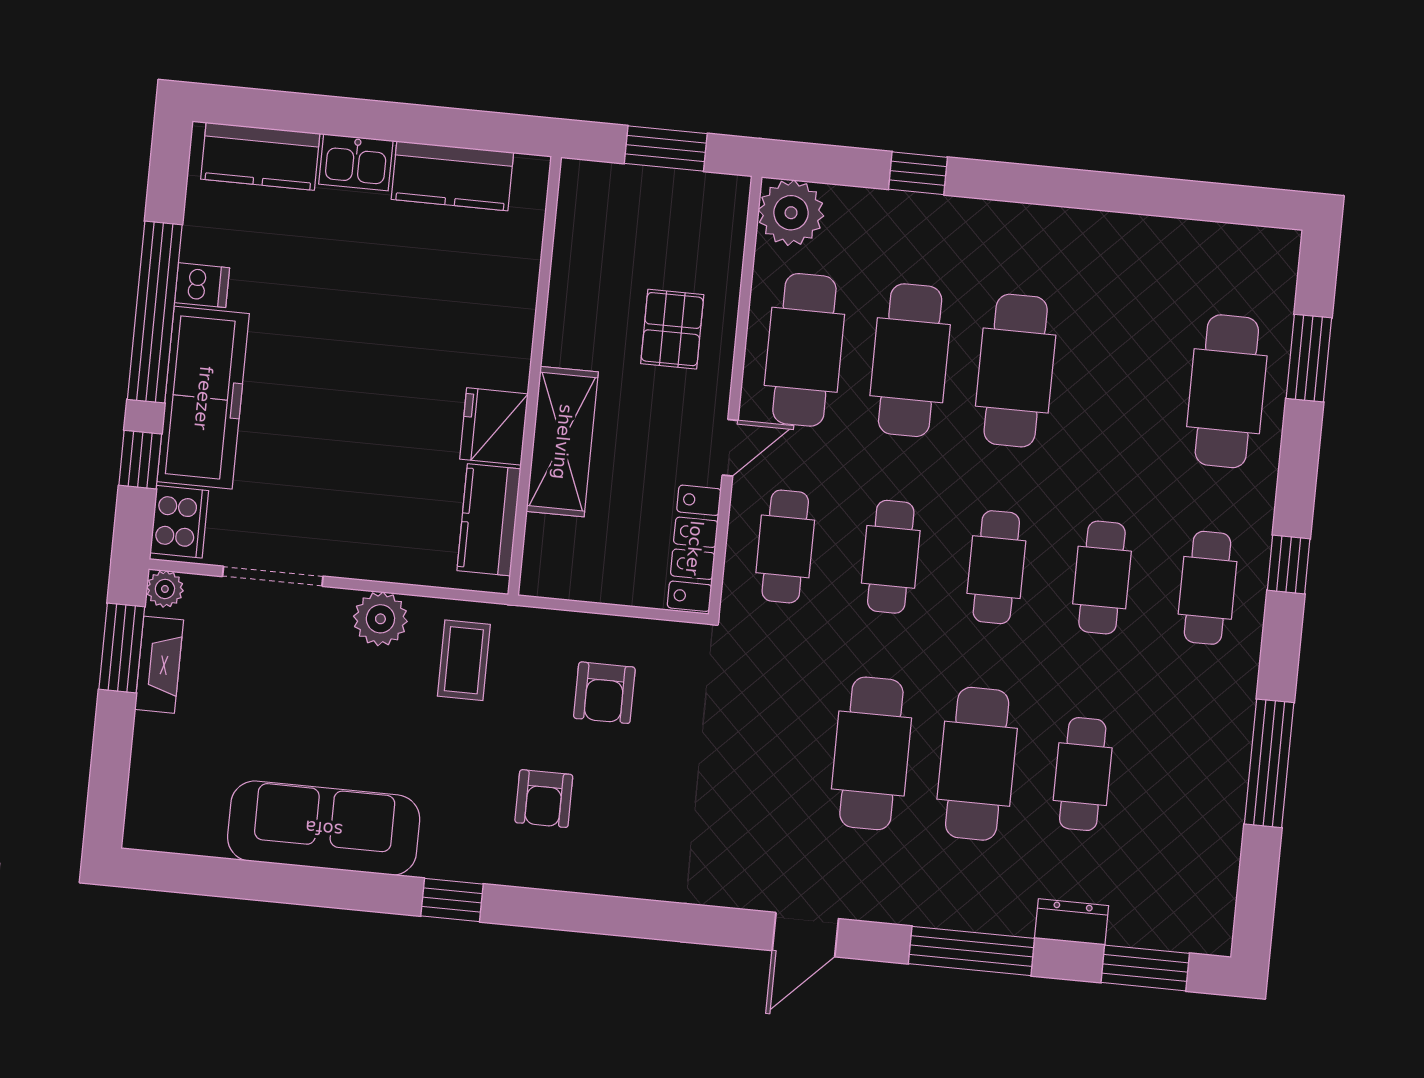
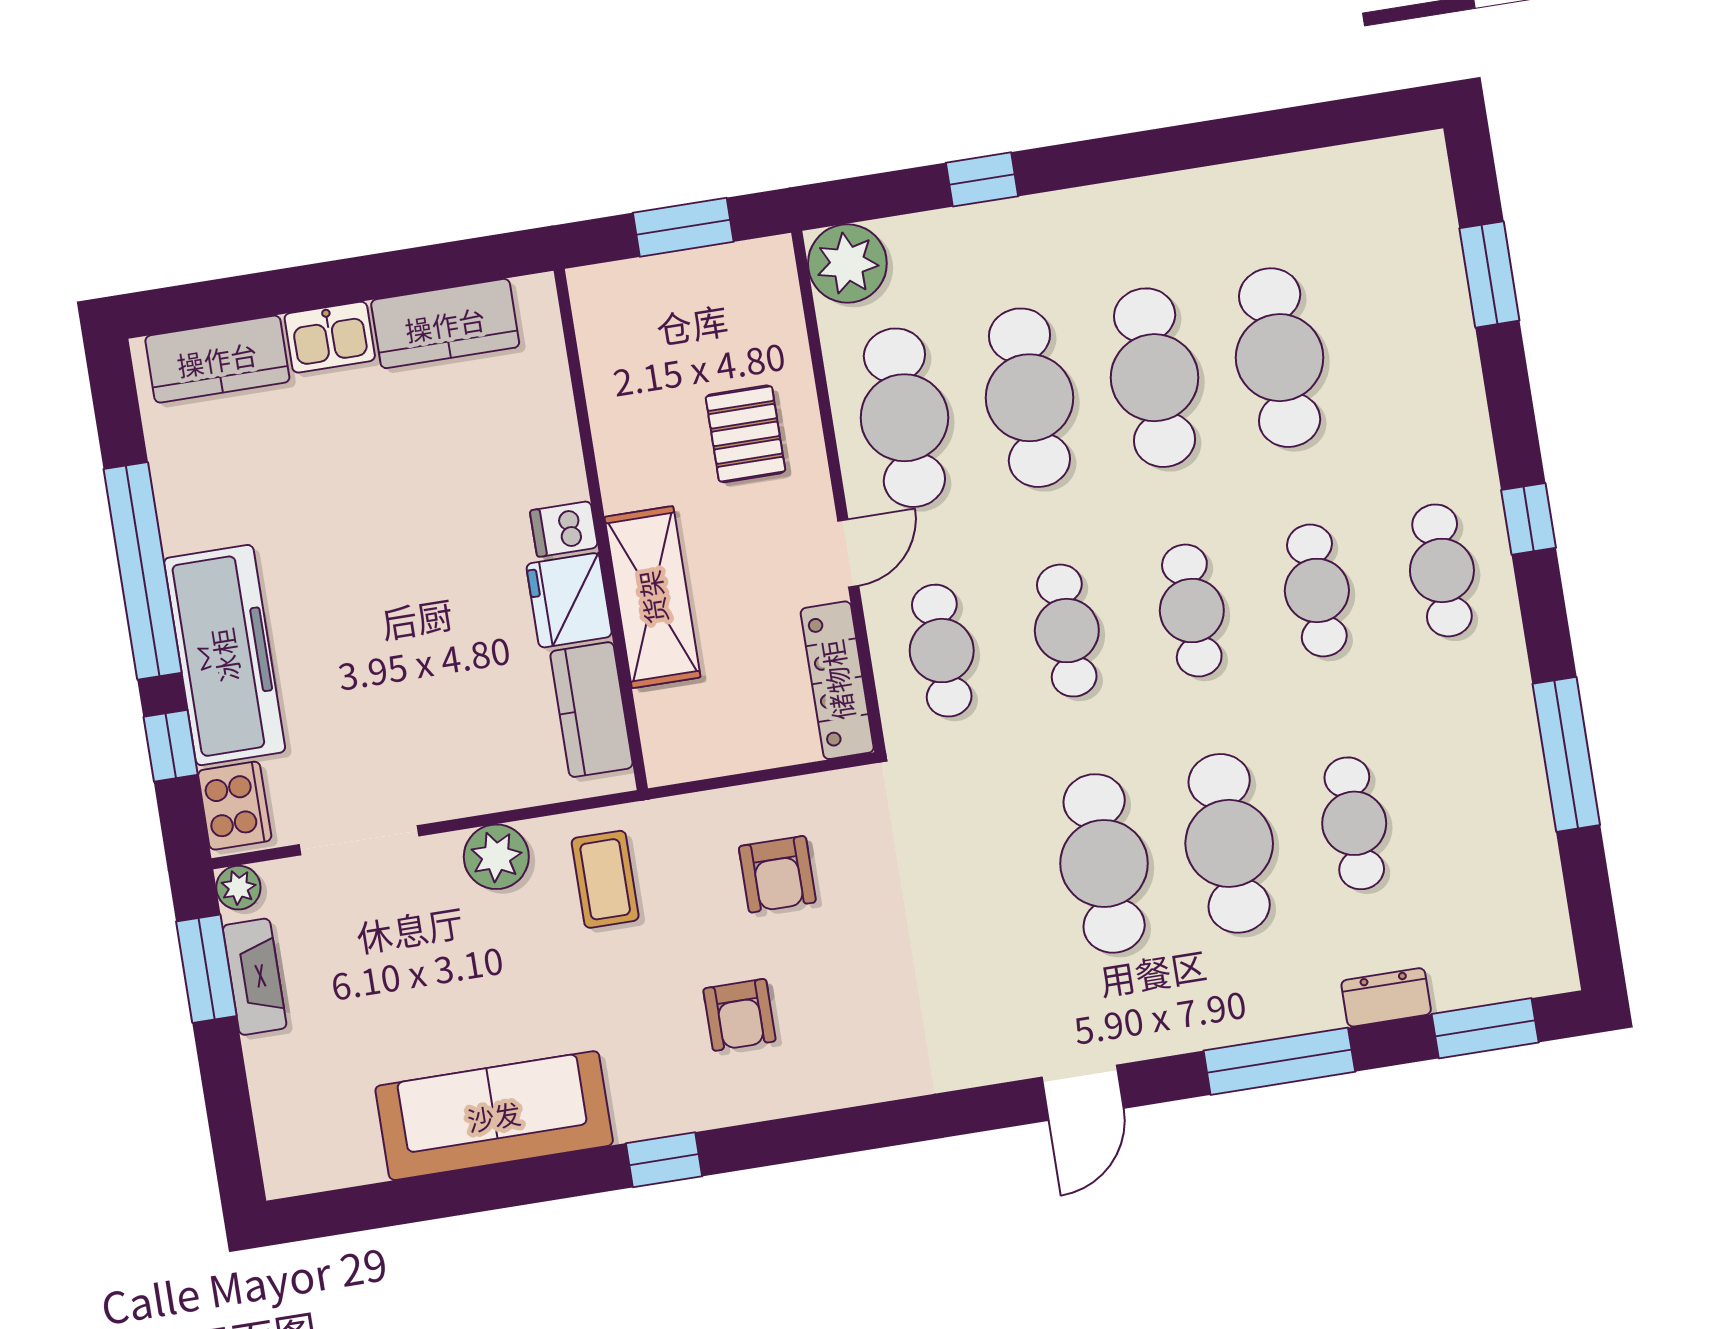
dishwasher: (202, 285) -> (564, 529), moved, turned 180
cafe table: (1227, 391) -> (1280, 358), moved

